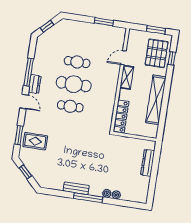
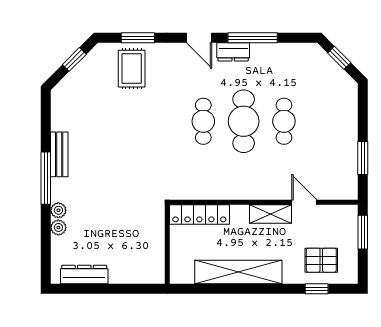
window: (156, 30) -> (363, 232), moved
pallet: (157, 53) -> (321, 260), width x0.67, depth x0.71
door: (24, 101) -> (199, 38), hinge flipped
dresser: (148, 163) -> (84, 274), moved

